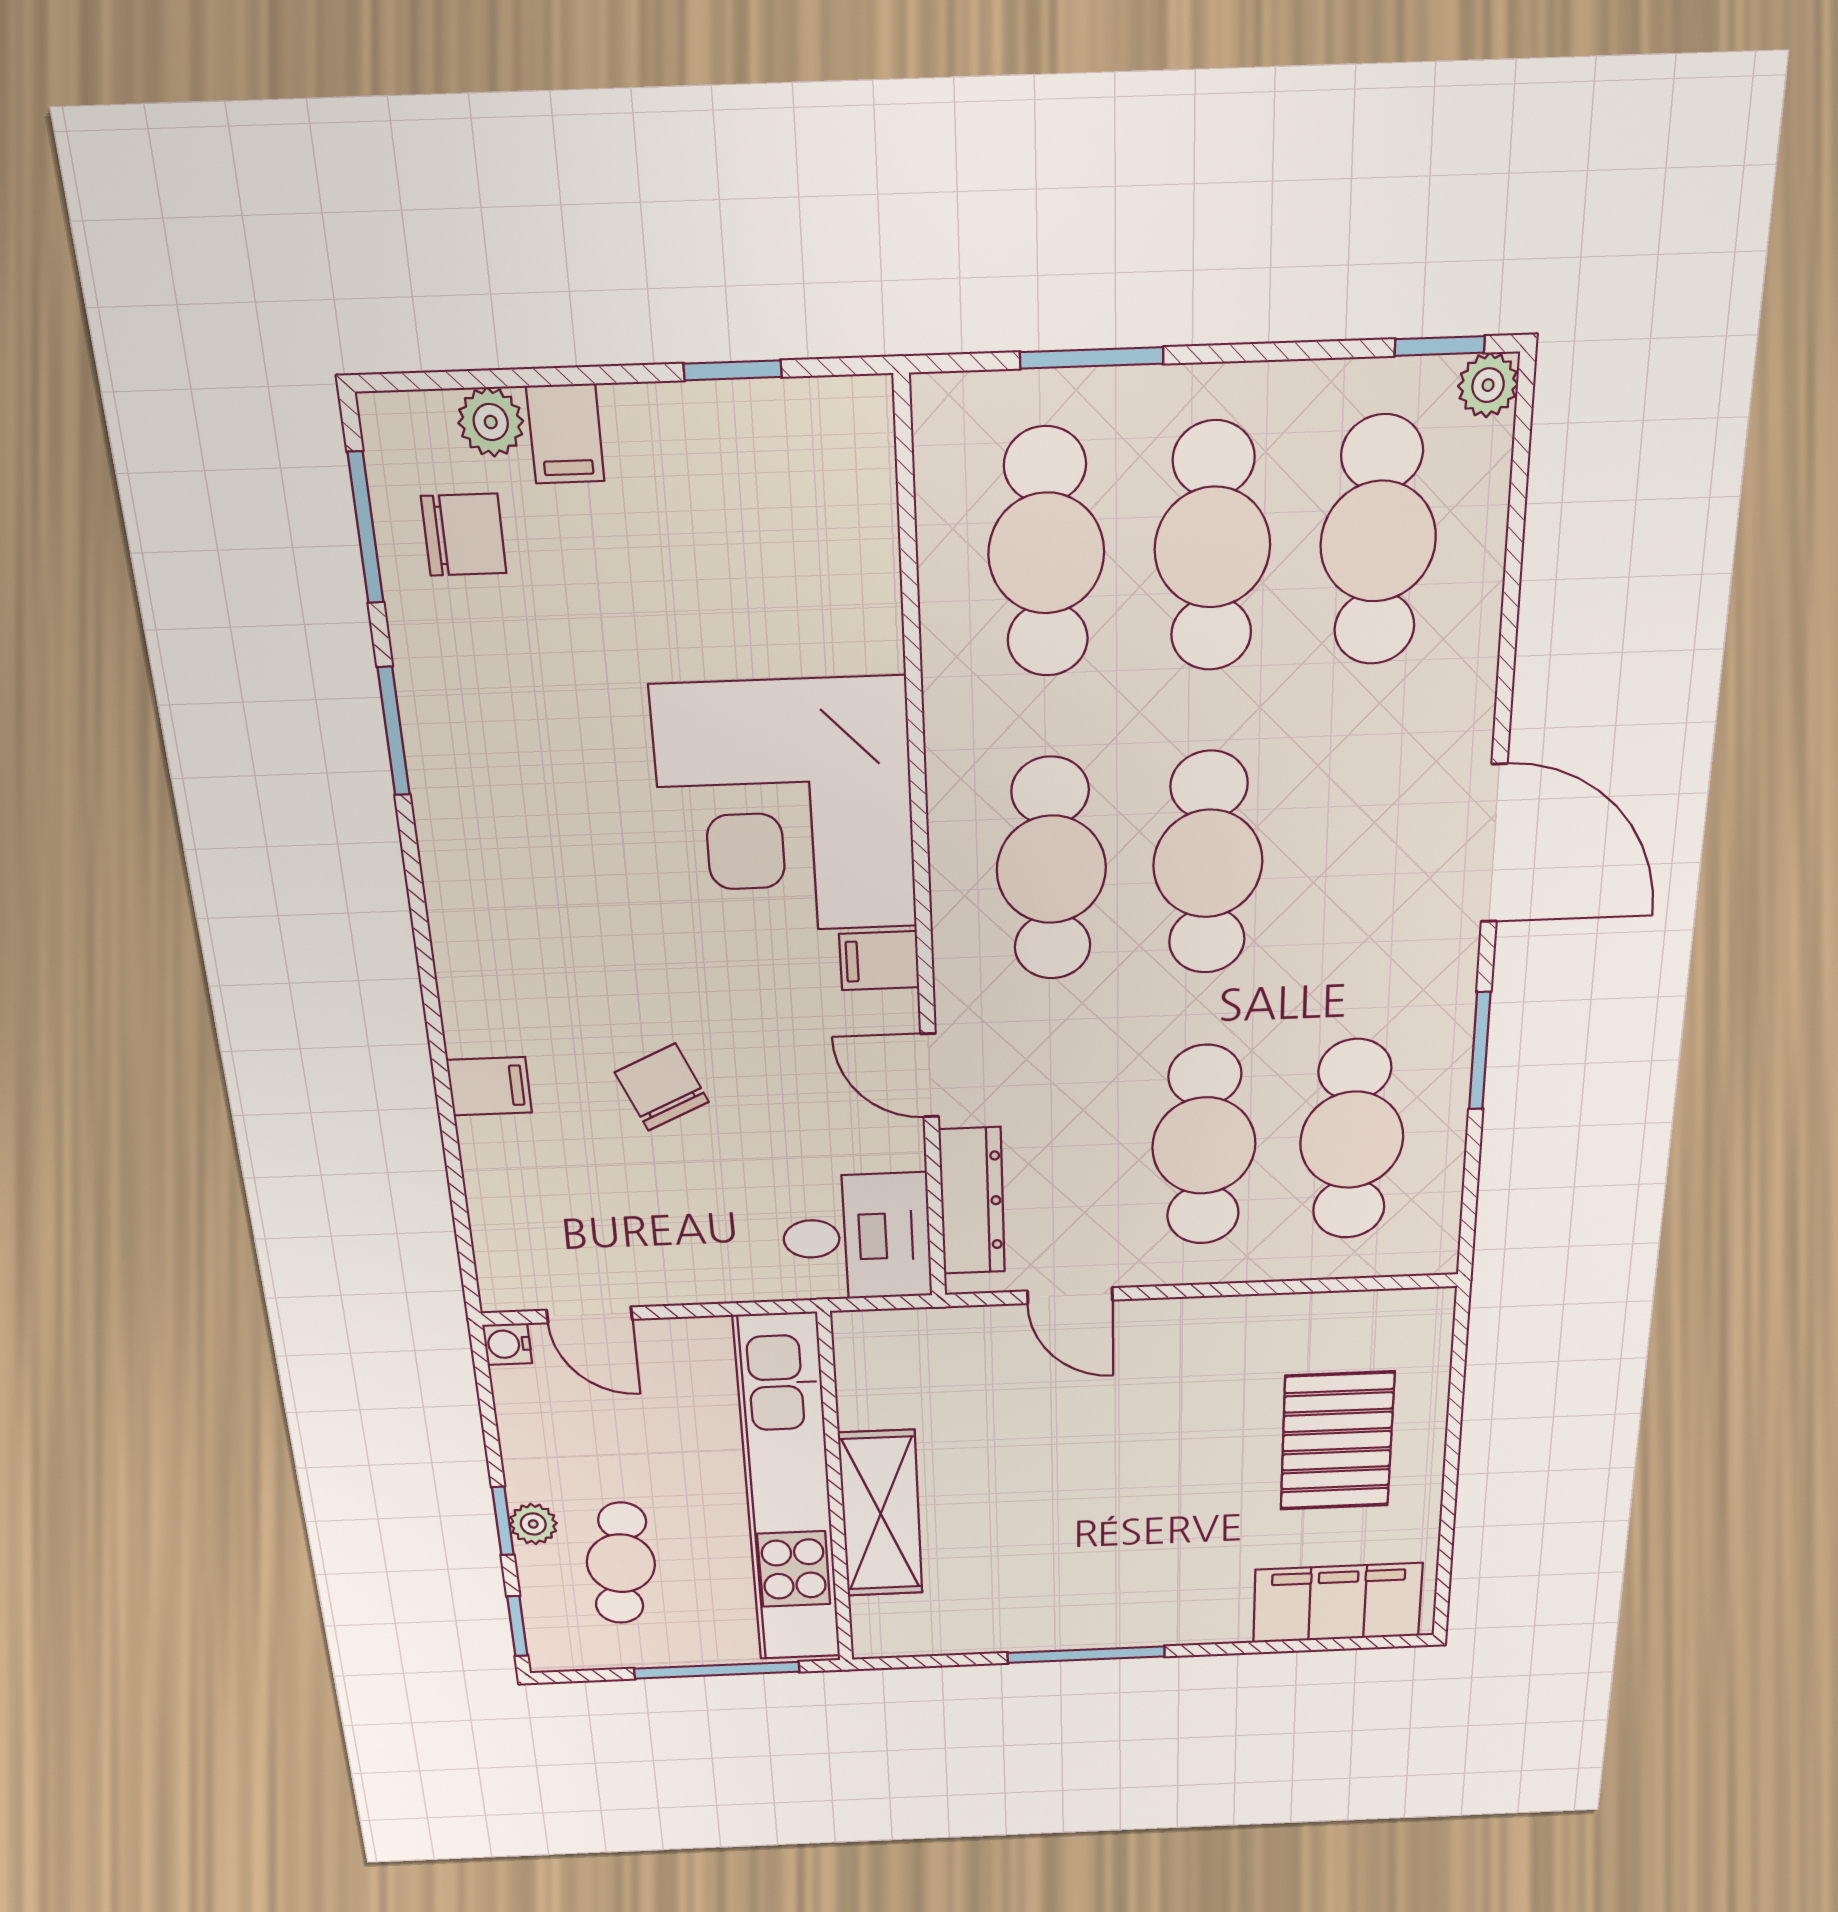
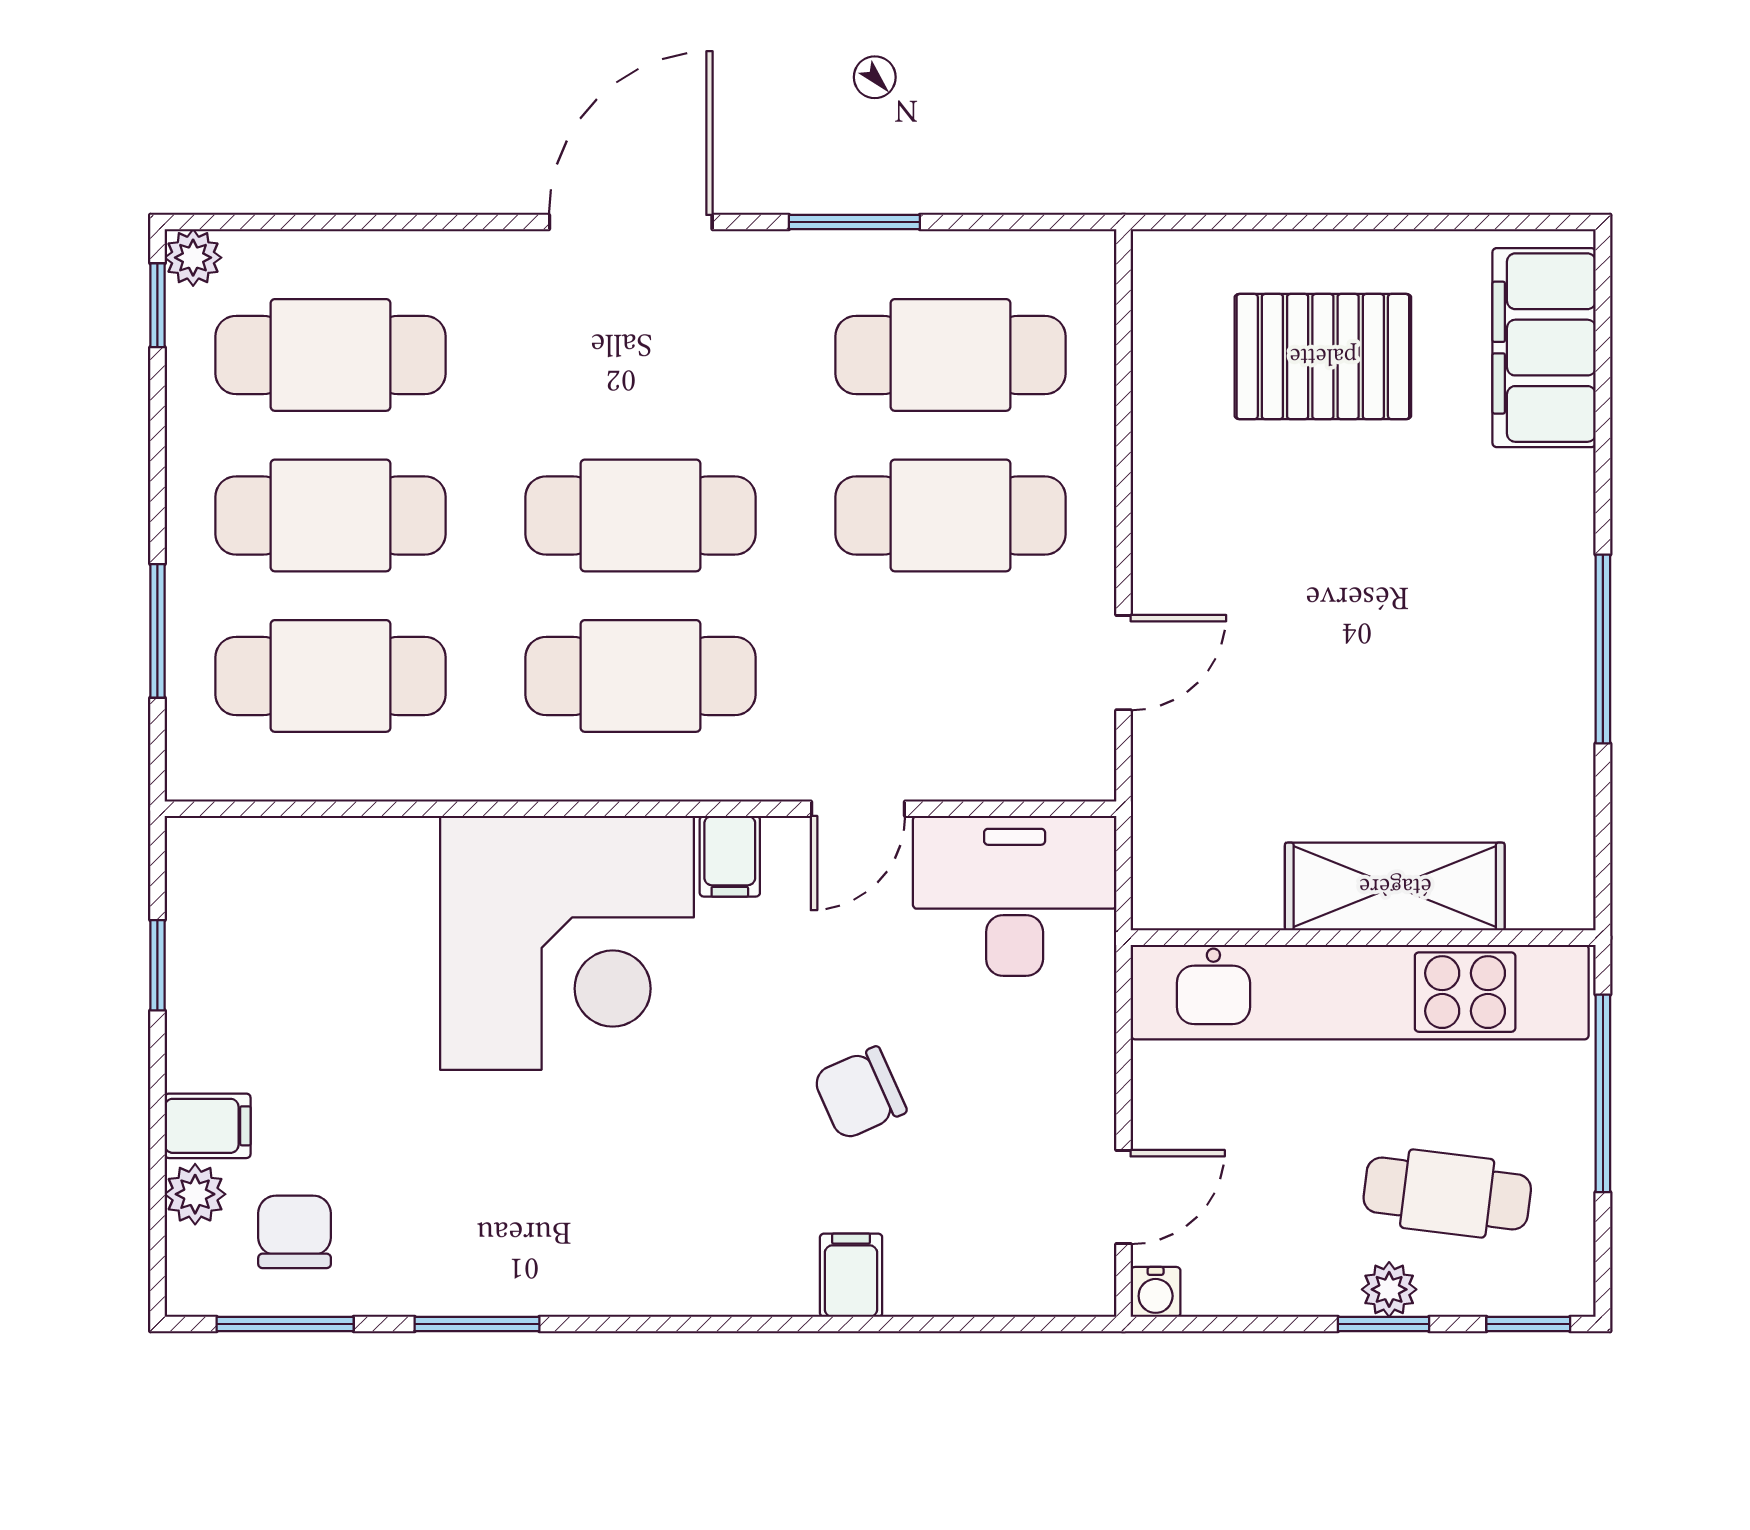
dresser: (972, 1201) -> (1005, 768), removed
desk: (857, 1237) -> (1015, 896), width x1.37

